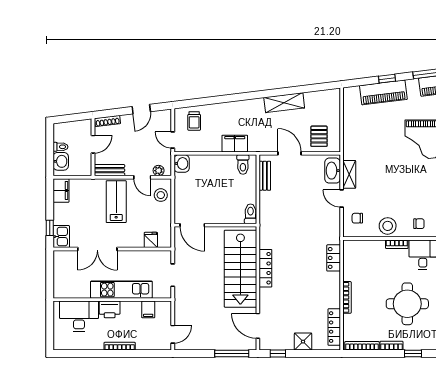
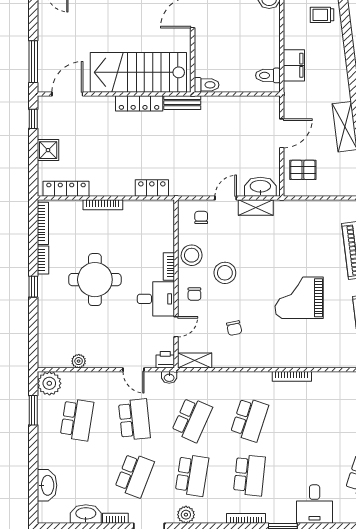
bench: (265, 176) -> (182, 103), moved
stool: (402, 199) -> (225, 273), added

